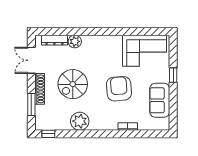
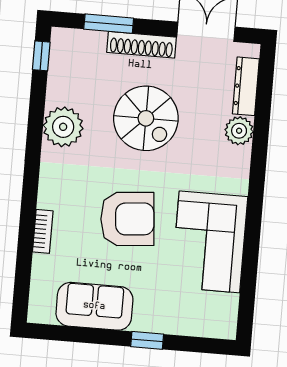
corner sofa: (144, 51) -> (209, 242), moved
spiral stairs: (73, 84) -> (146, 118), turned 180

